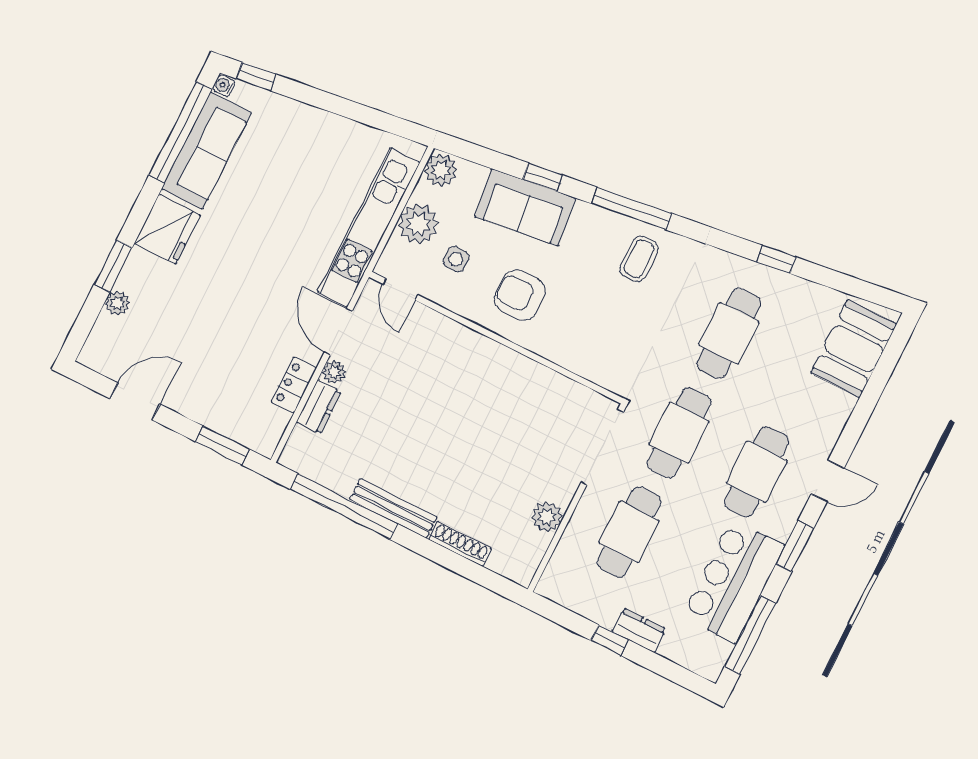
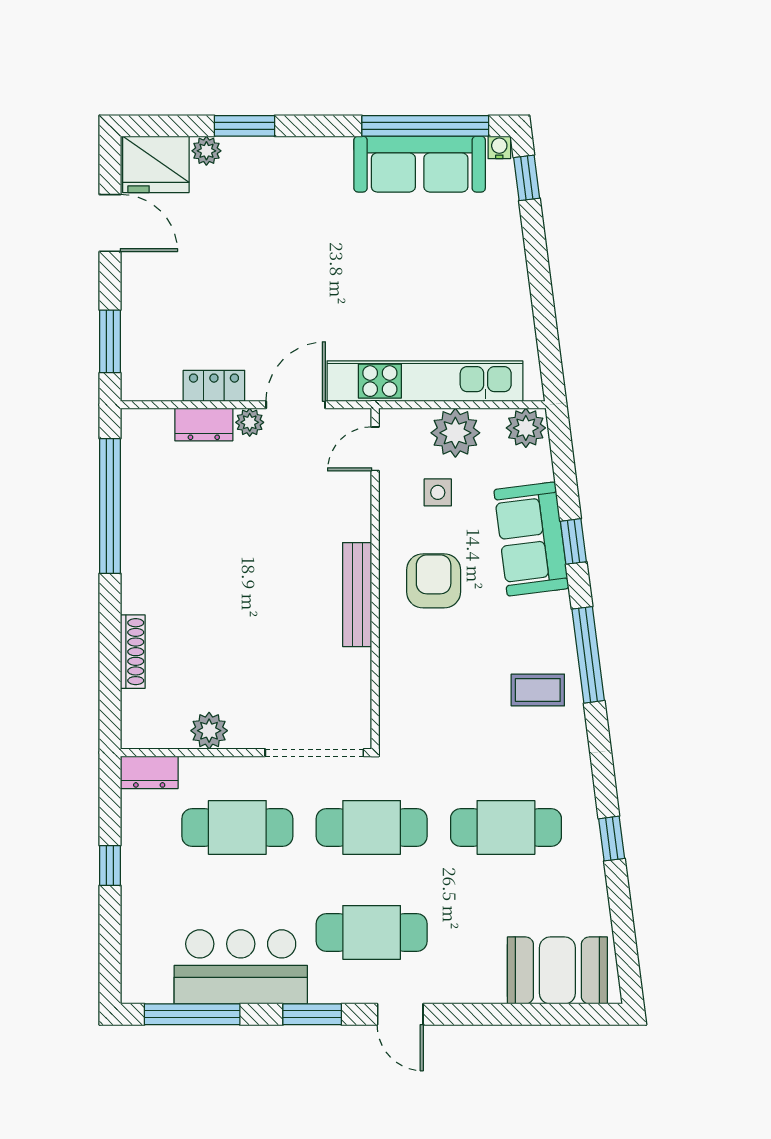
fridge: (167, 229) -> (156, 164), moved
bench: (393, 508) -> (357, 595), moved
dresser: (639, 630) -> (149, 772), moved, turned 90

